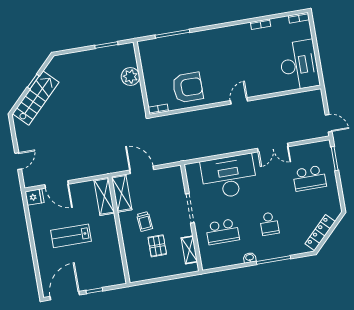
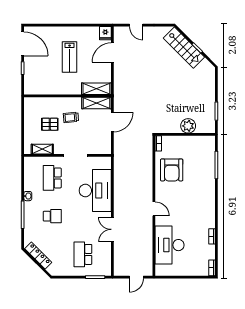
desk: (299, 65) -> (170, 245), moved, turned 90
door: (329, 123) -> (136, 277), moved
school desk: (269, 224) -> (52, 216), turned 180
lab bench: (71, 236) -> (70, 57), turned 180

